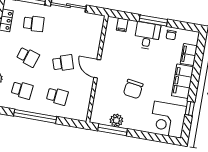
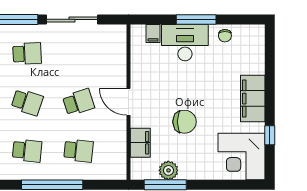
desk: (147, 36) -> (185, 43), width x1.37
filing cabinet: (189, 55) -> (140, 143), moved, turned 180
chair: (133, 89) -> (185, 122), turned -98

